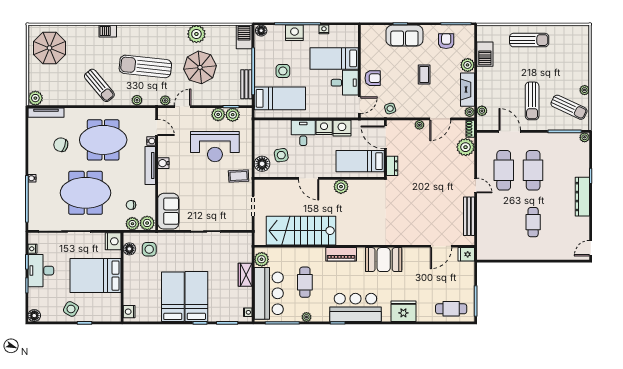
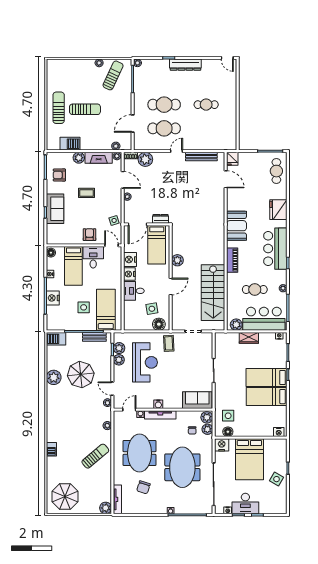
floor lamp: (261, 31) -> (51, 253), moved
sun lounger: (145, 66) -> (80, 419), removed
sun lounger: (532, 101) -> (85, 109), moved
floor lamp: (34, 316) -> (282, 509), removed

